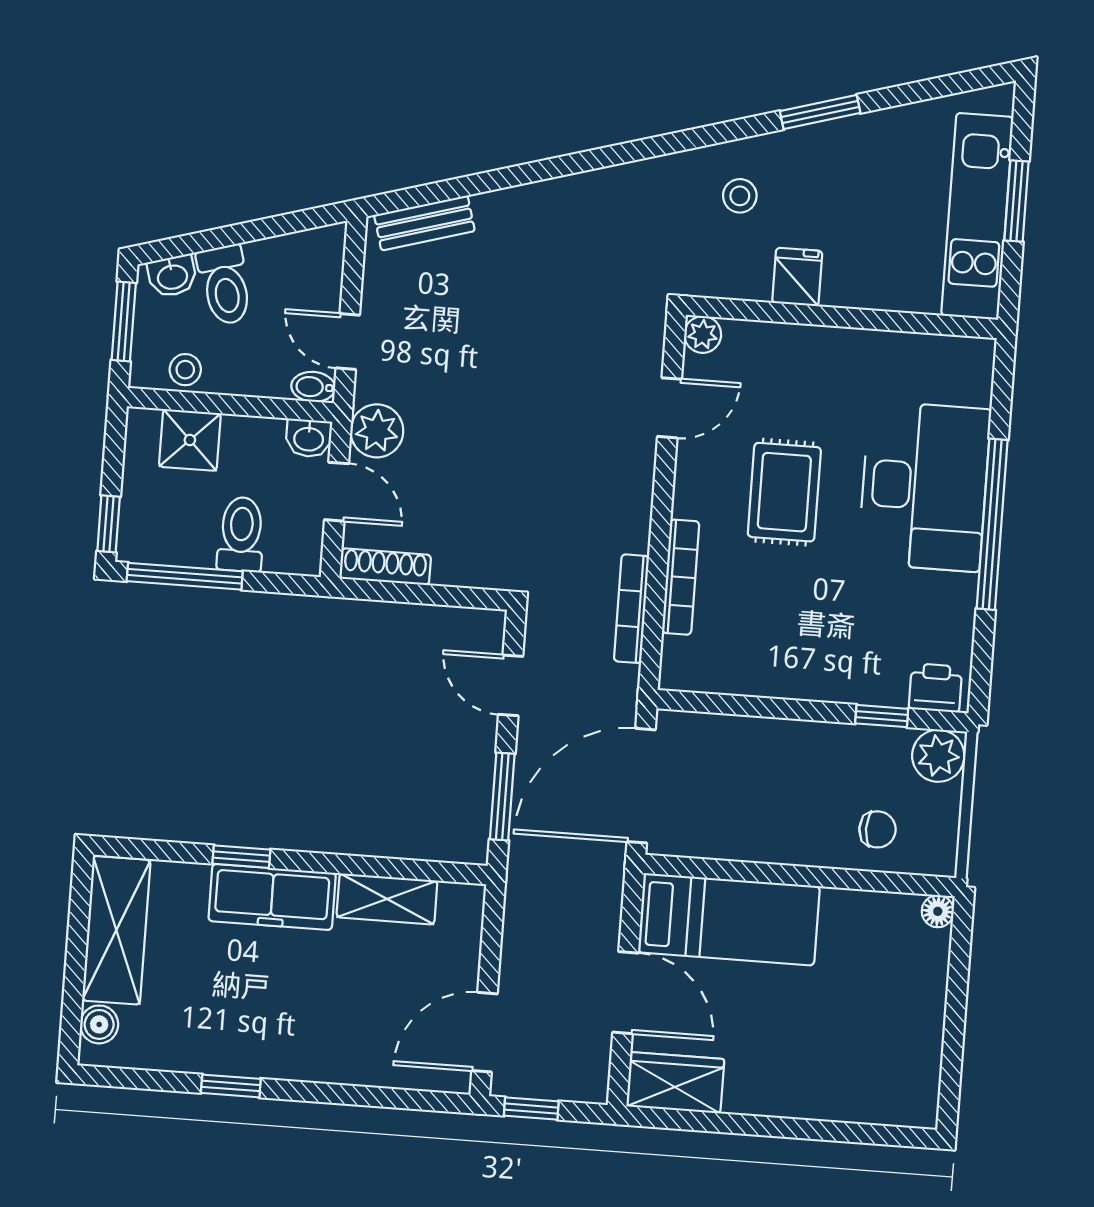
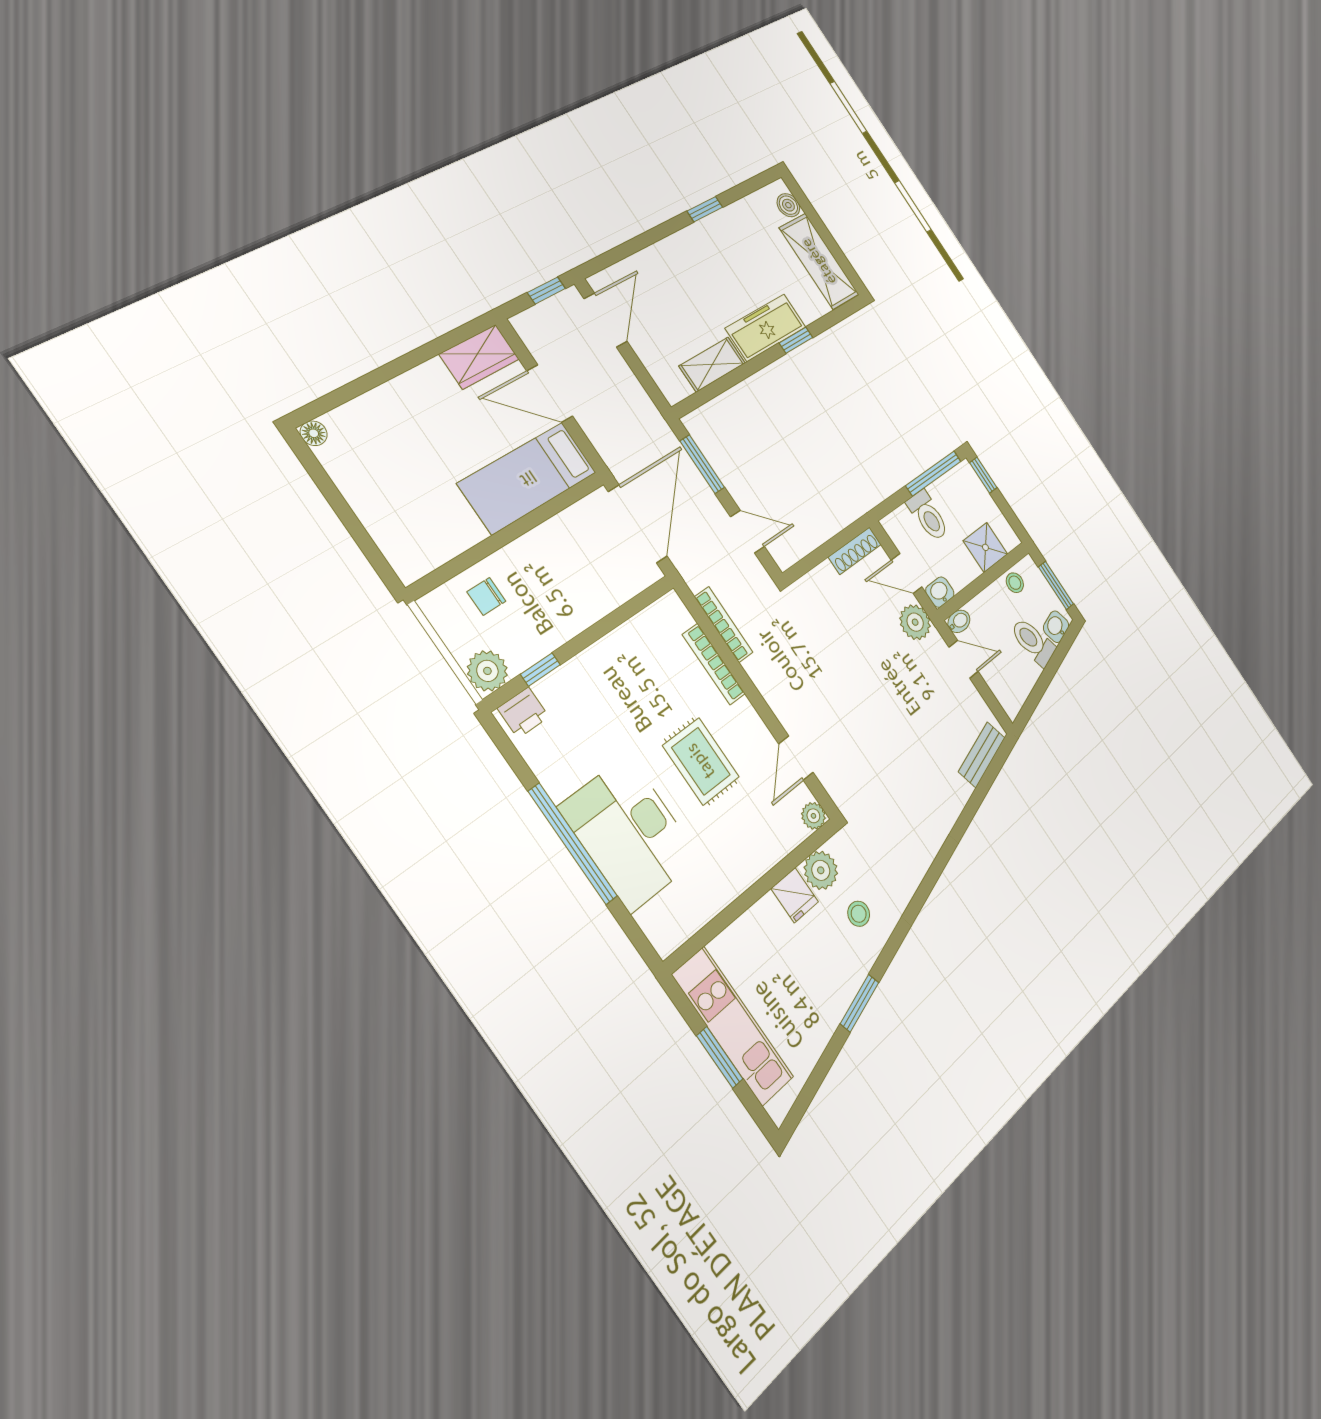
plant: (744, 275) -> (821, 870), added
floor lamp: (938, 911) -> (314, 433), moved

